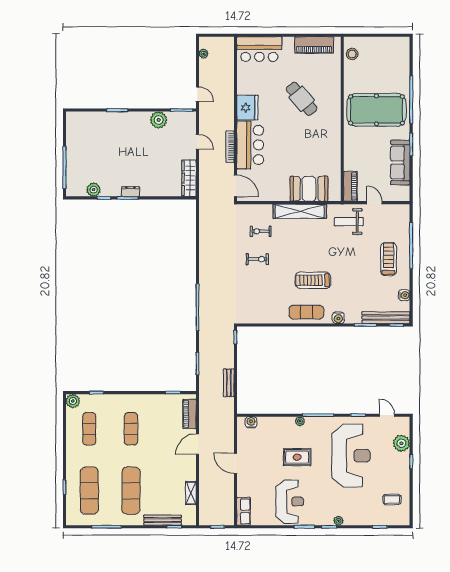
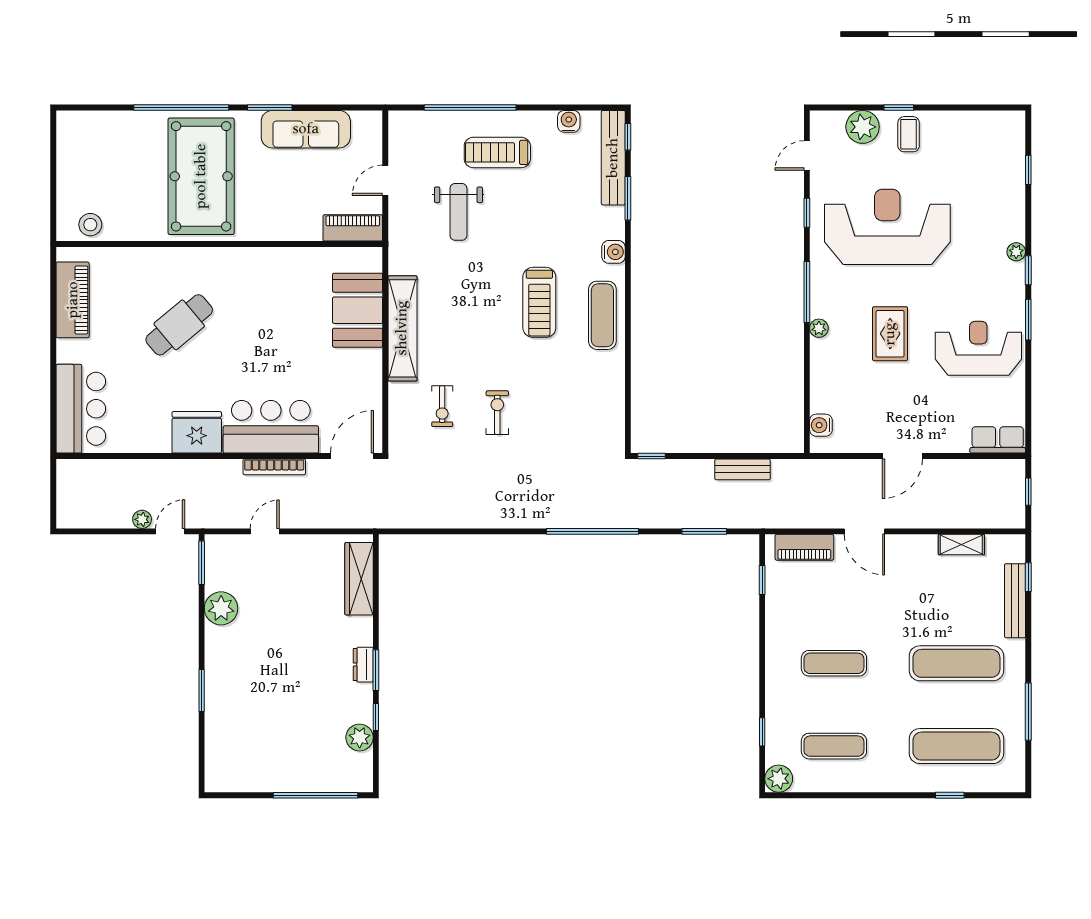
plant: (204, 54) -> (142, 519), moved
wardrobe: (189, 178) -> (359, 579), moved, turned 90
weight bench: (349, 222) -> (458, 212), moved
coffee table: (392, 500) -> (909, 134), moved

